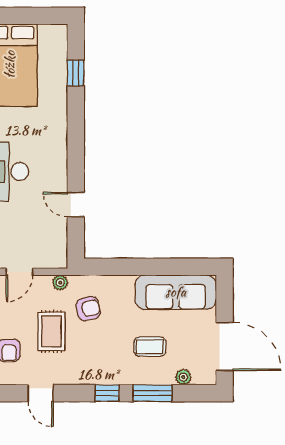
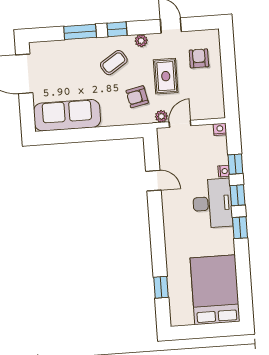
door: (20, 272) -> (180, 124), moved
coffee table: (150, 347) -> (114, 63), moved, turned -33
plant: (183, 377) -> (141, 41), moved

